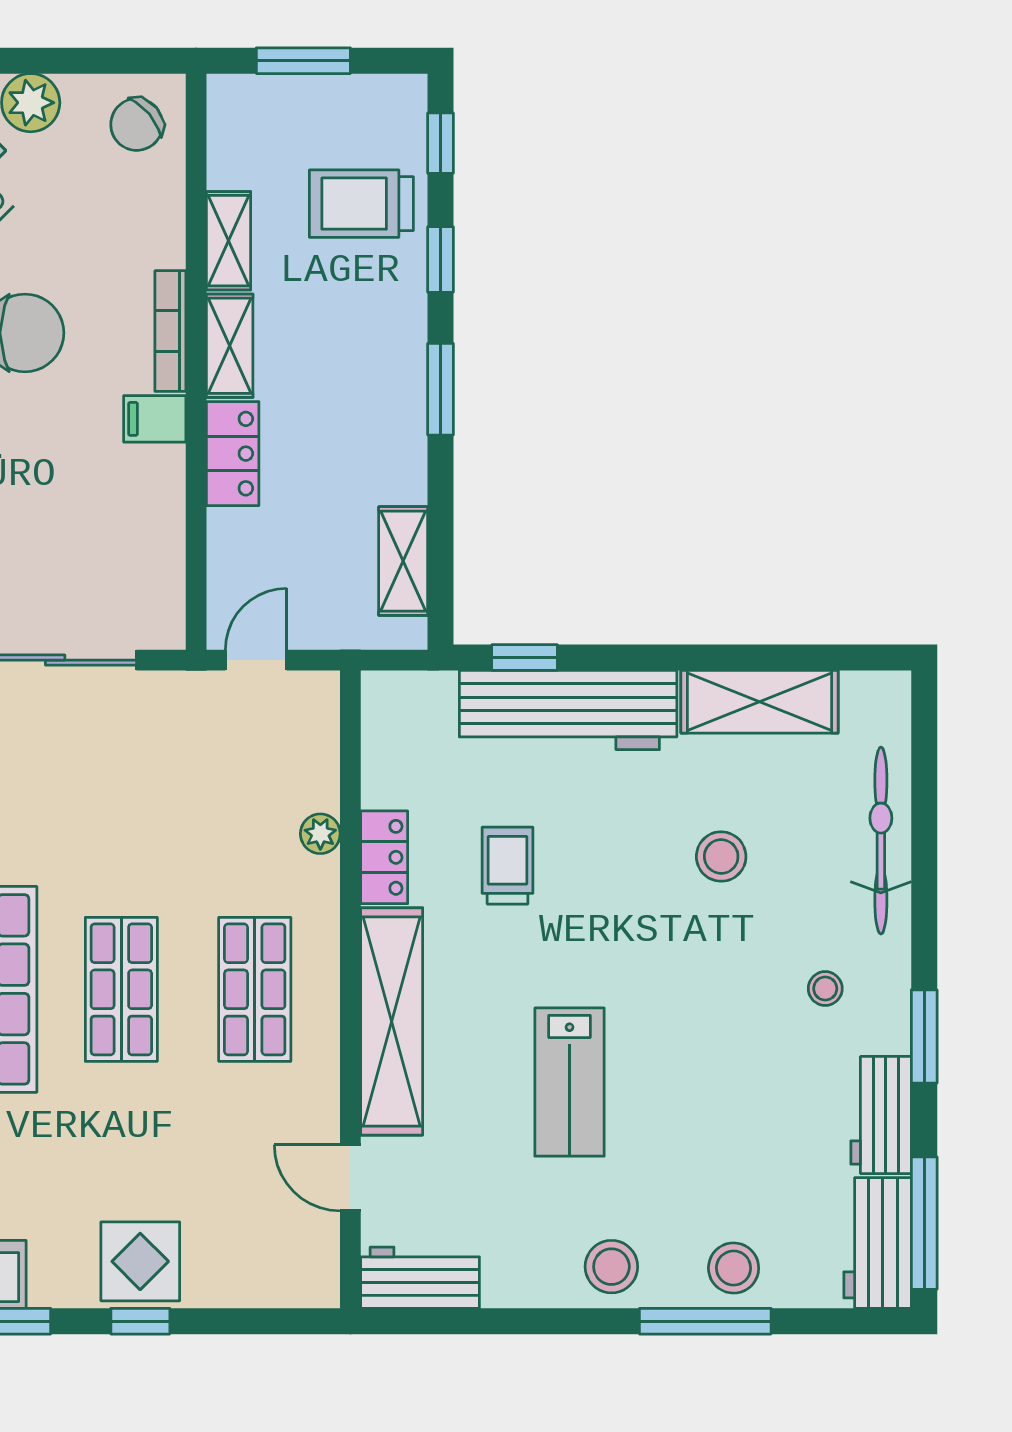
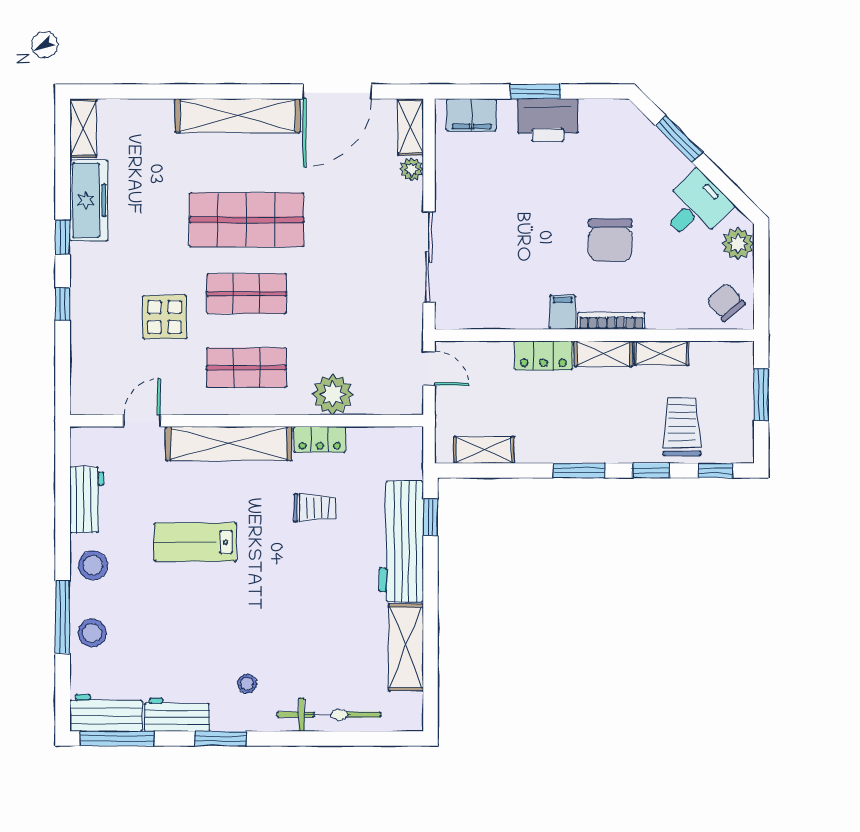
plant: (320, 834) -> (333, 394), width x1.87, depth x1.87
stool: (721, 857) -> (320, 626), removed
display table: (140, 1261) -> (165, 317), moved
workbench: (420, 1278) -> (87, 500), moved

